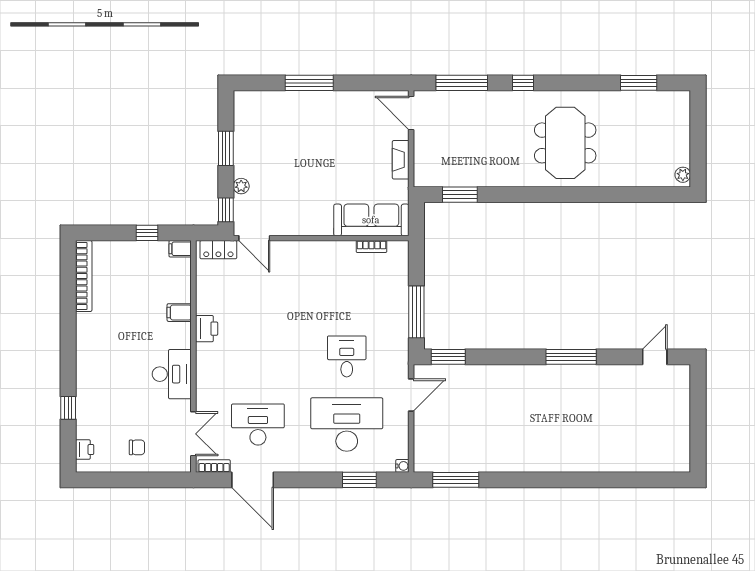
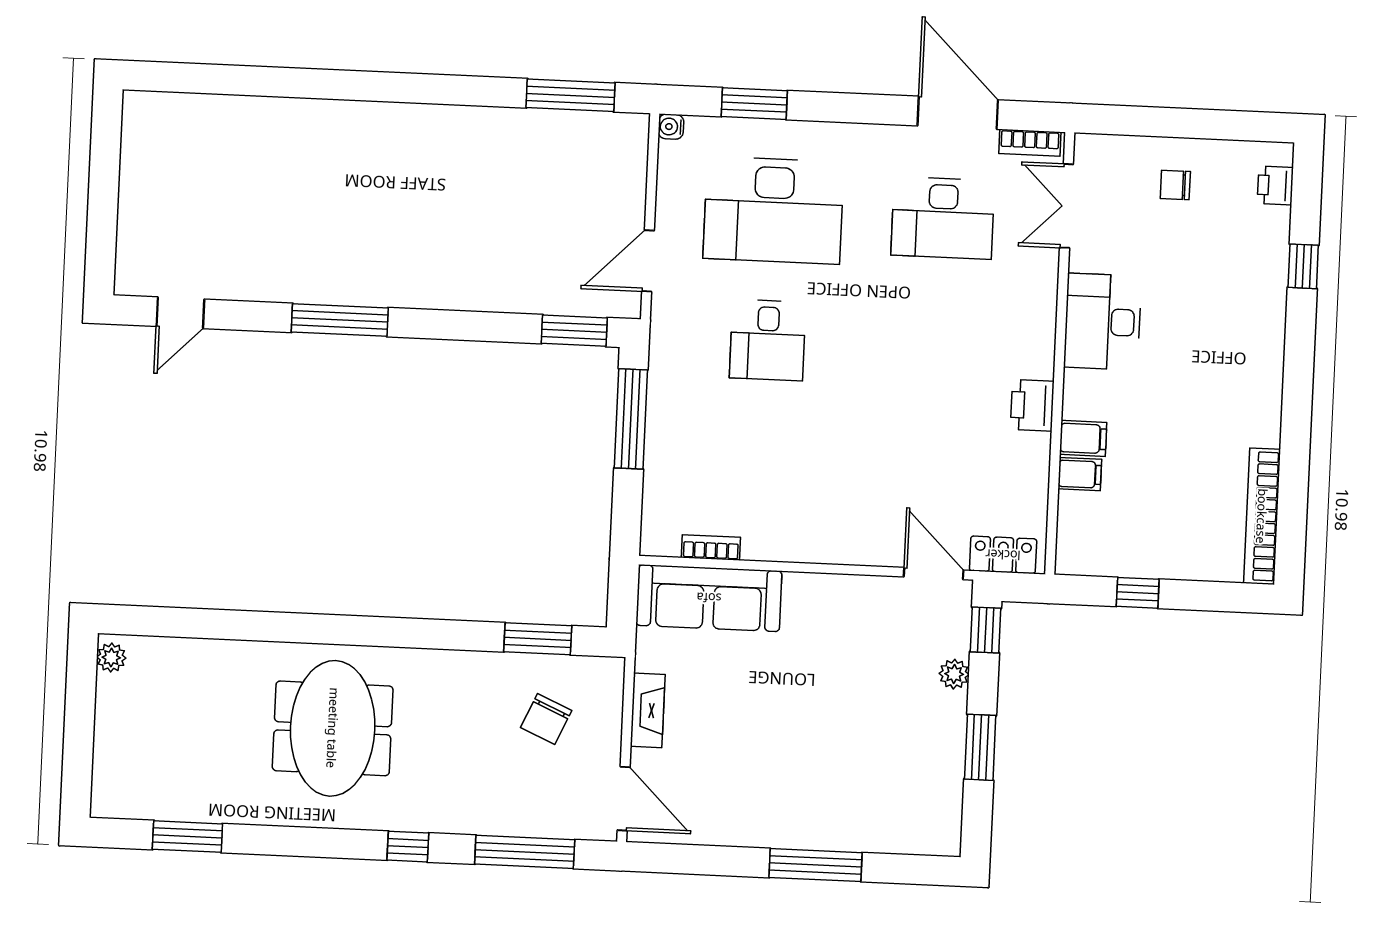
chair: (454, 153) -> (546, 719), added
filing cabinet: (180, 249) -> (1080, 474), moved

